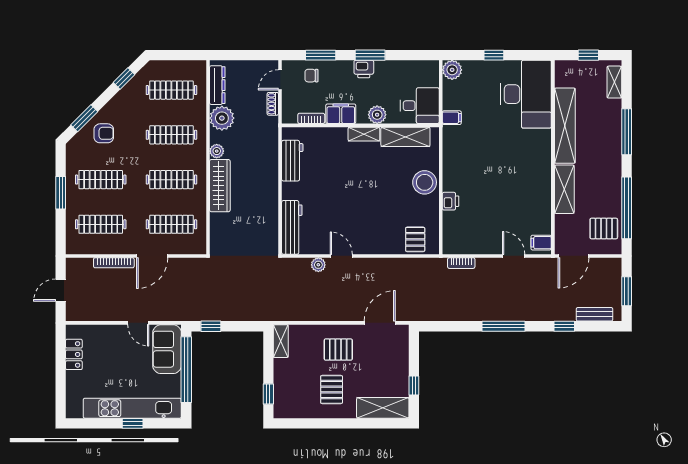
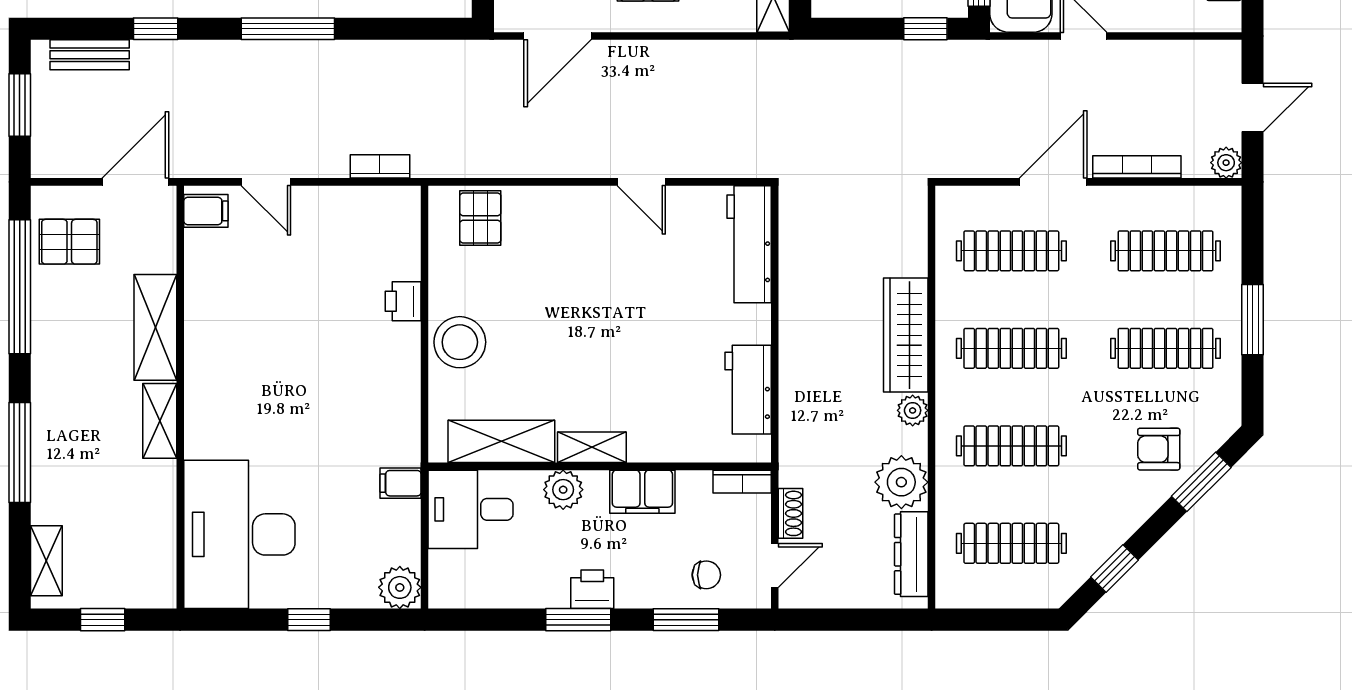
bookcase: (311, 118) -> (742, 482), moved
shelving: (565, 126) -> (160, 421), width x0.45, depth x0.75
plant: (318, 265) -> (1226, 163), moved

